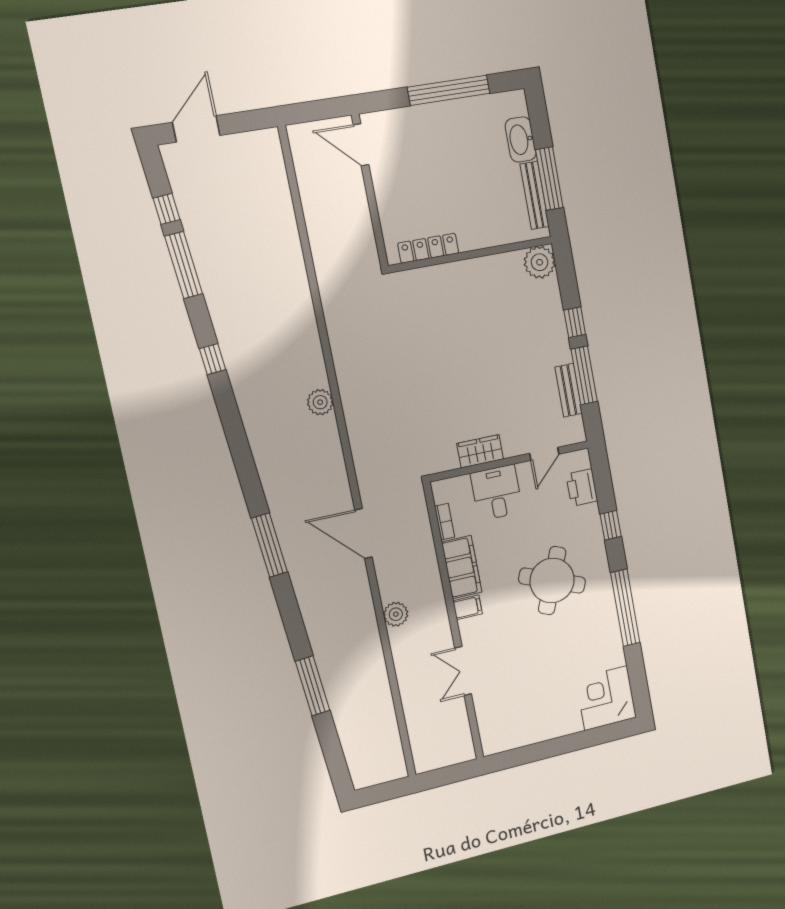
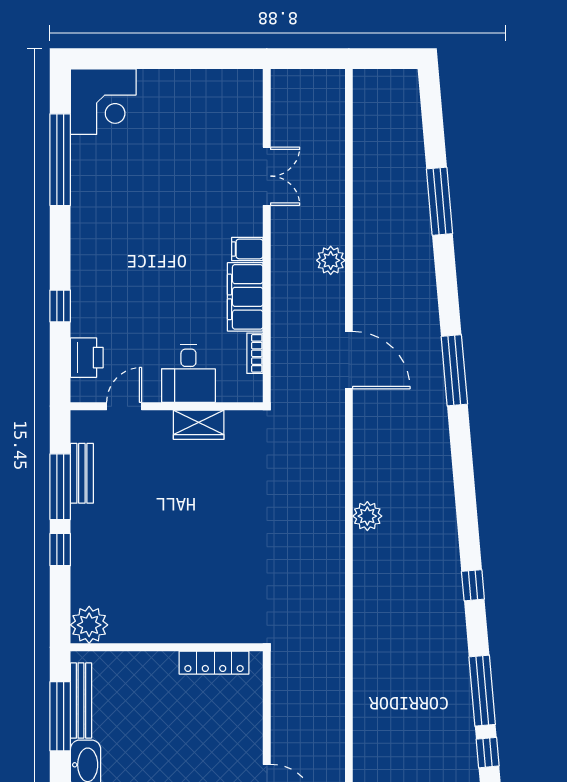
round table: (552, 580) -> (142, 257), removed
window: (625, 608) -> (60, 160), moved

